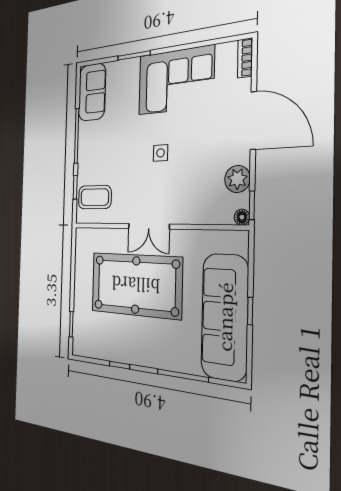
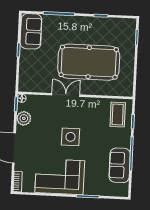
sofa: (92, 92) -> (120, 165), moved
side table: (161, 153) -> (71, 137), width x1.87, depth x1.87
coffee table: (95, 197) -> (118, 115), turned 90
double door: (149, 226) -> (66, 95), moved
sofa: (225, 317) -> (31, 31), width x0.54, depth x0.79

